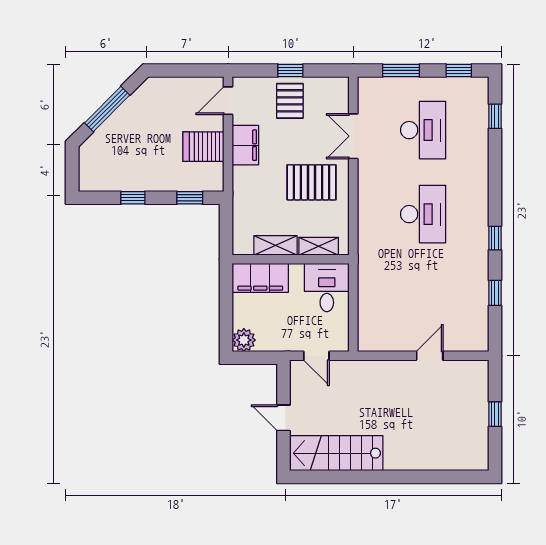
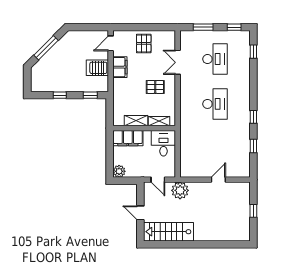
window: (290, 70) -> (144, 27), removed
pallet: (311, 182) -> (155, 87), width x0.67, depth x0.71
plant: (358, 376) -> (180, 190), added

